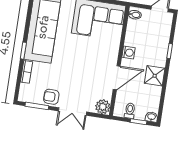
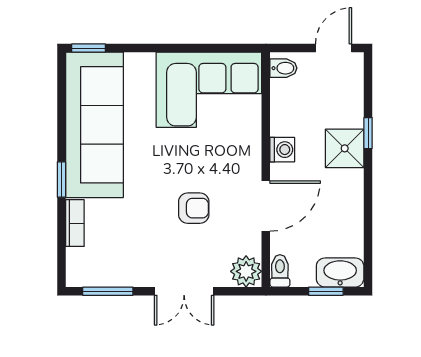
shower: (155, 76) -> (345, 148), moved
armchair: (51, 97) -> (194, 208), moved, turned 180
toilet: (130, 111) -> (280, 271), moved
washbasin: (152, 117) -> (340, 272), width x1.91, depth x1.45

